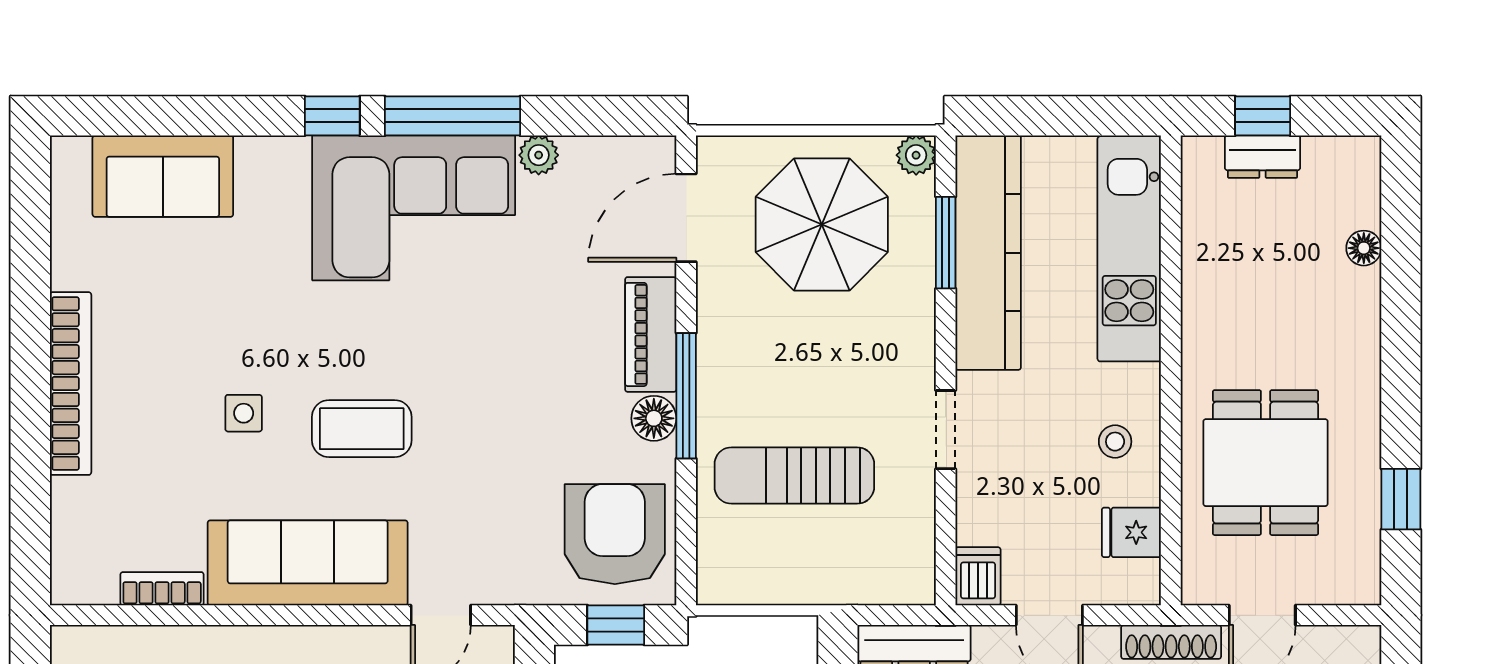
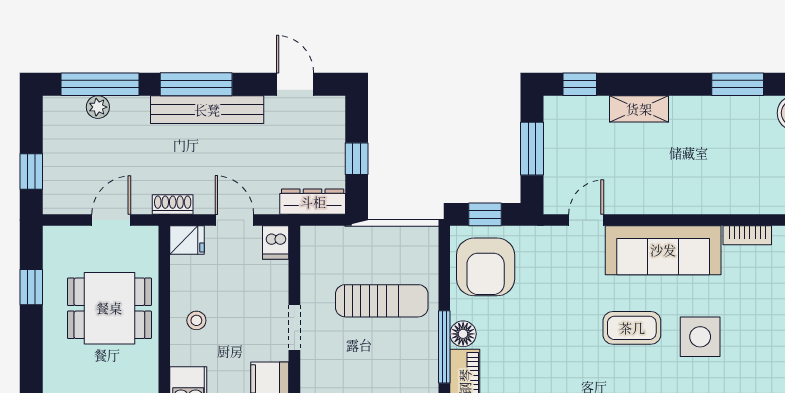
side table: (244, 413) -> (700, 337), width x1.87, depth x1.87
dining table: (1266, 463) -> (109, 308), turned 90
fridge: (1131, 532) -> (187, 240), moved
shoe rack: (1171, 642) -> (173, 205), width x0.70

